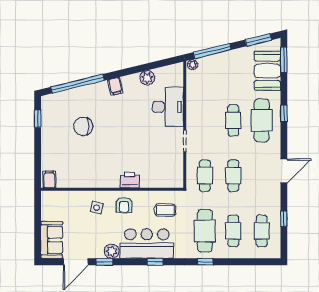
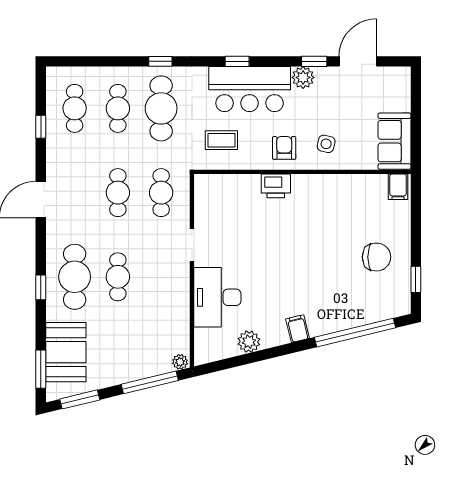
chair: (83, 126) -> (377, 257), moved
sofa: (52, 240) -> (394, 141), moved

